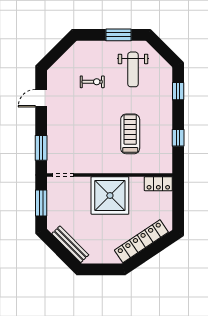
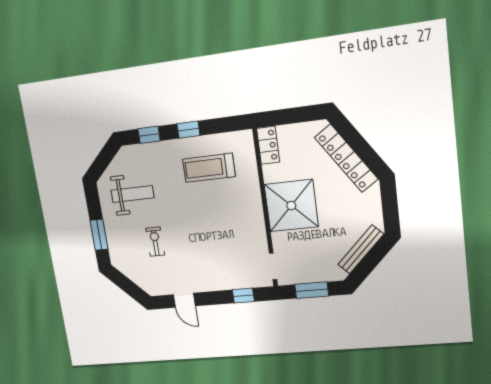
window: (118, 35) -> (99, 235), moved
treadmill: (130, 134) -> (209, 168), moved
window: (178, 138) -> (188, 130), moved
window: (41, 148) -> (243, 296), width x0.67

